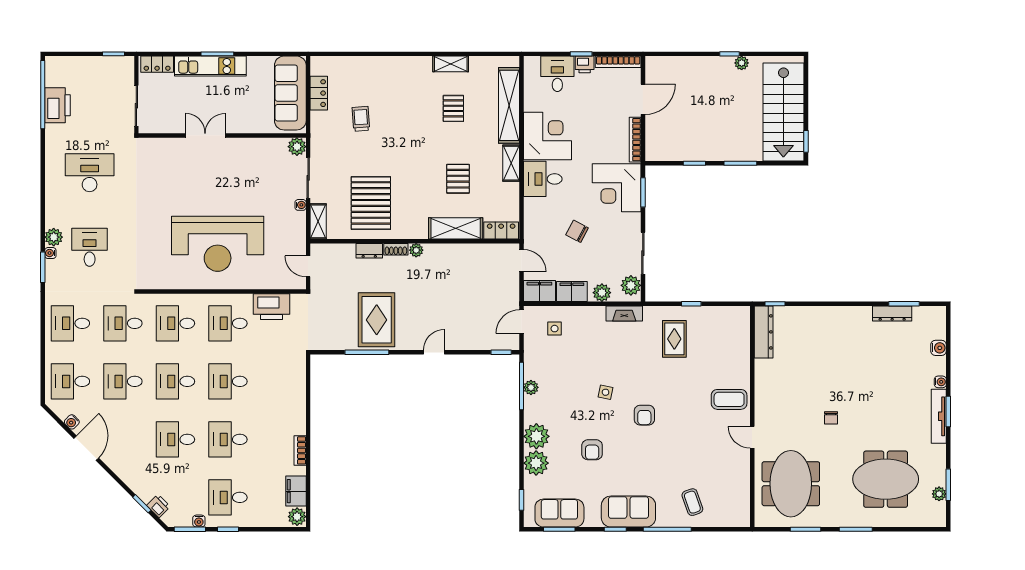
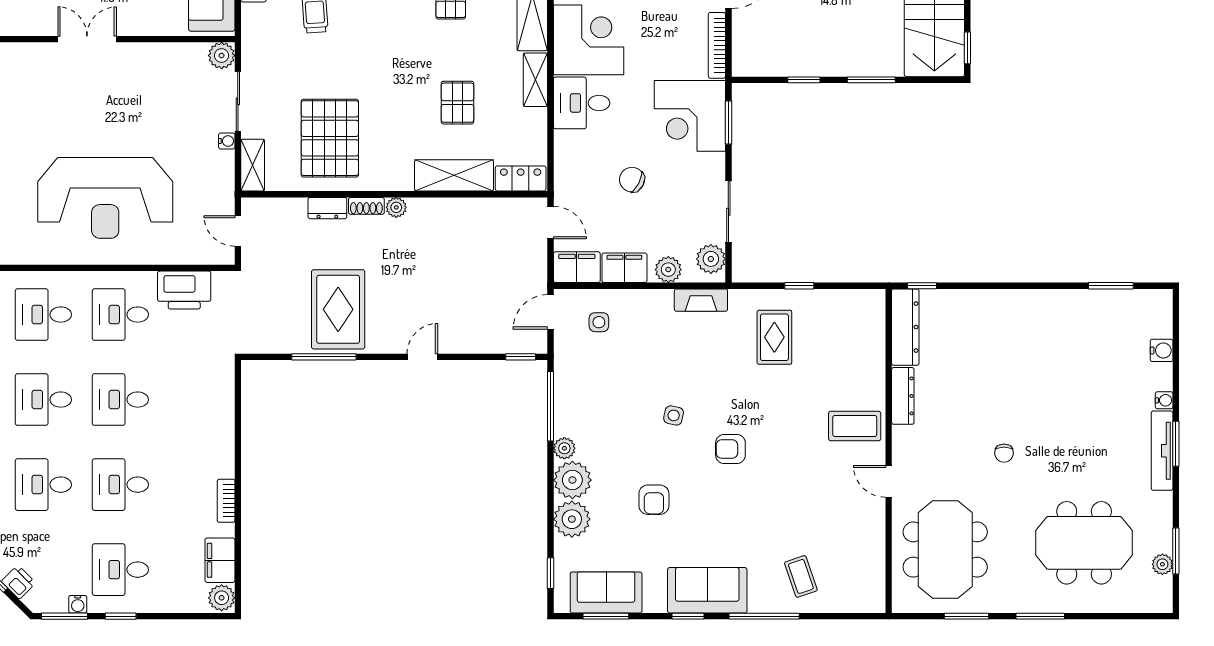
dresser: (892, 313) -> (903, 396), moved, turned -90
plant: (531, 387) -> (564, 448), moved
armchair: (644, 415) -> (730, 449), turned 90

